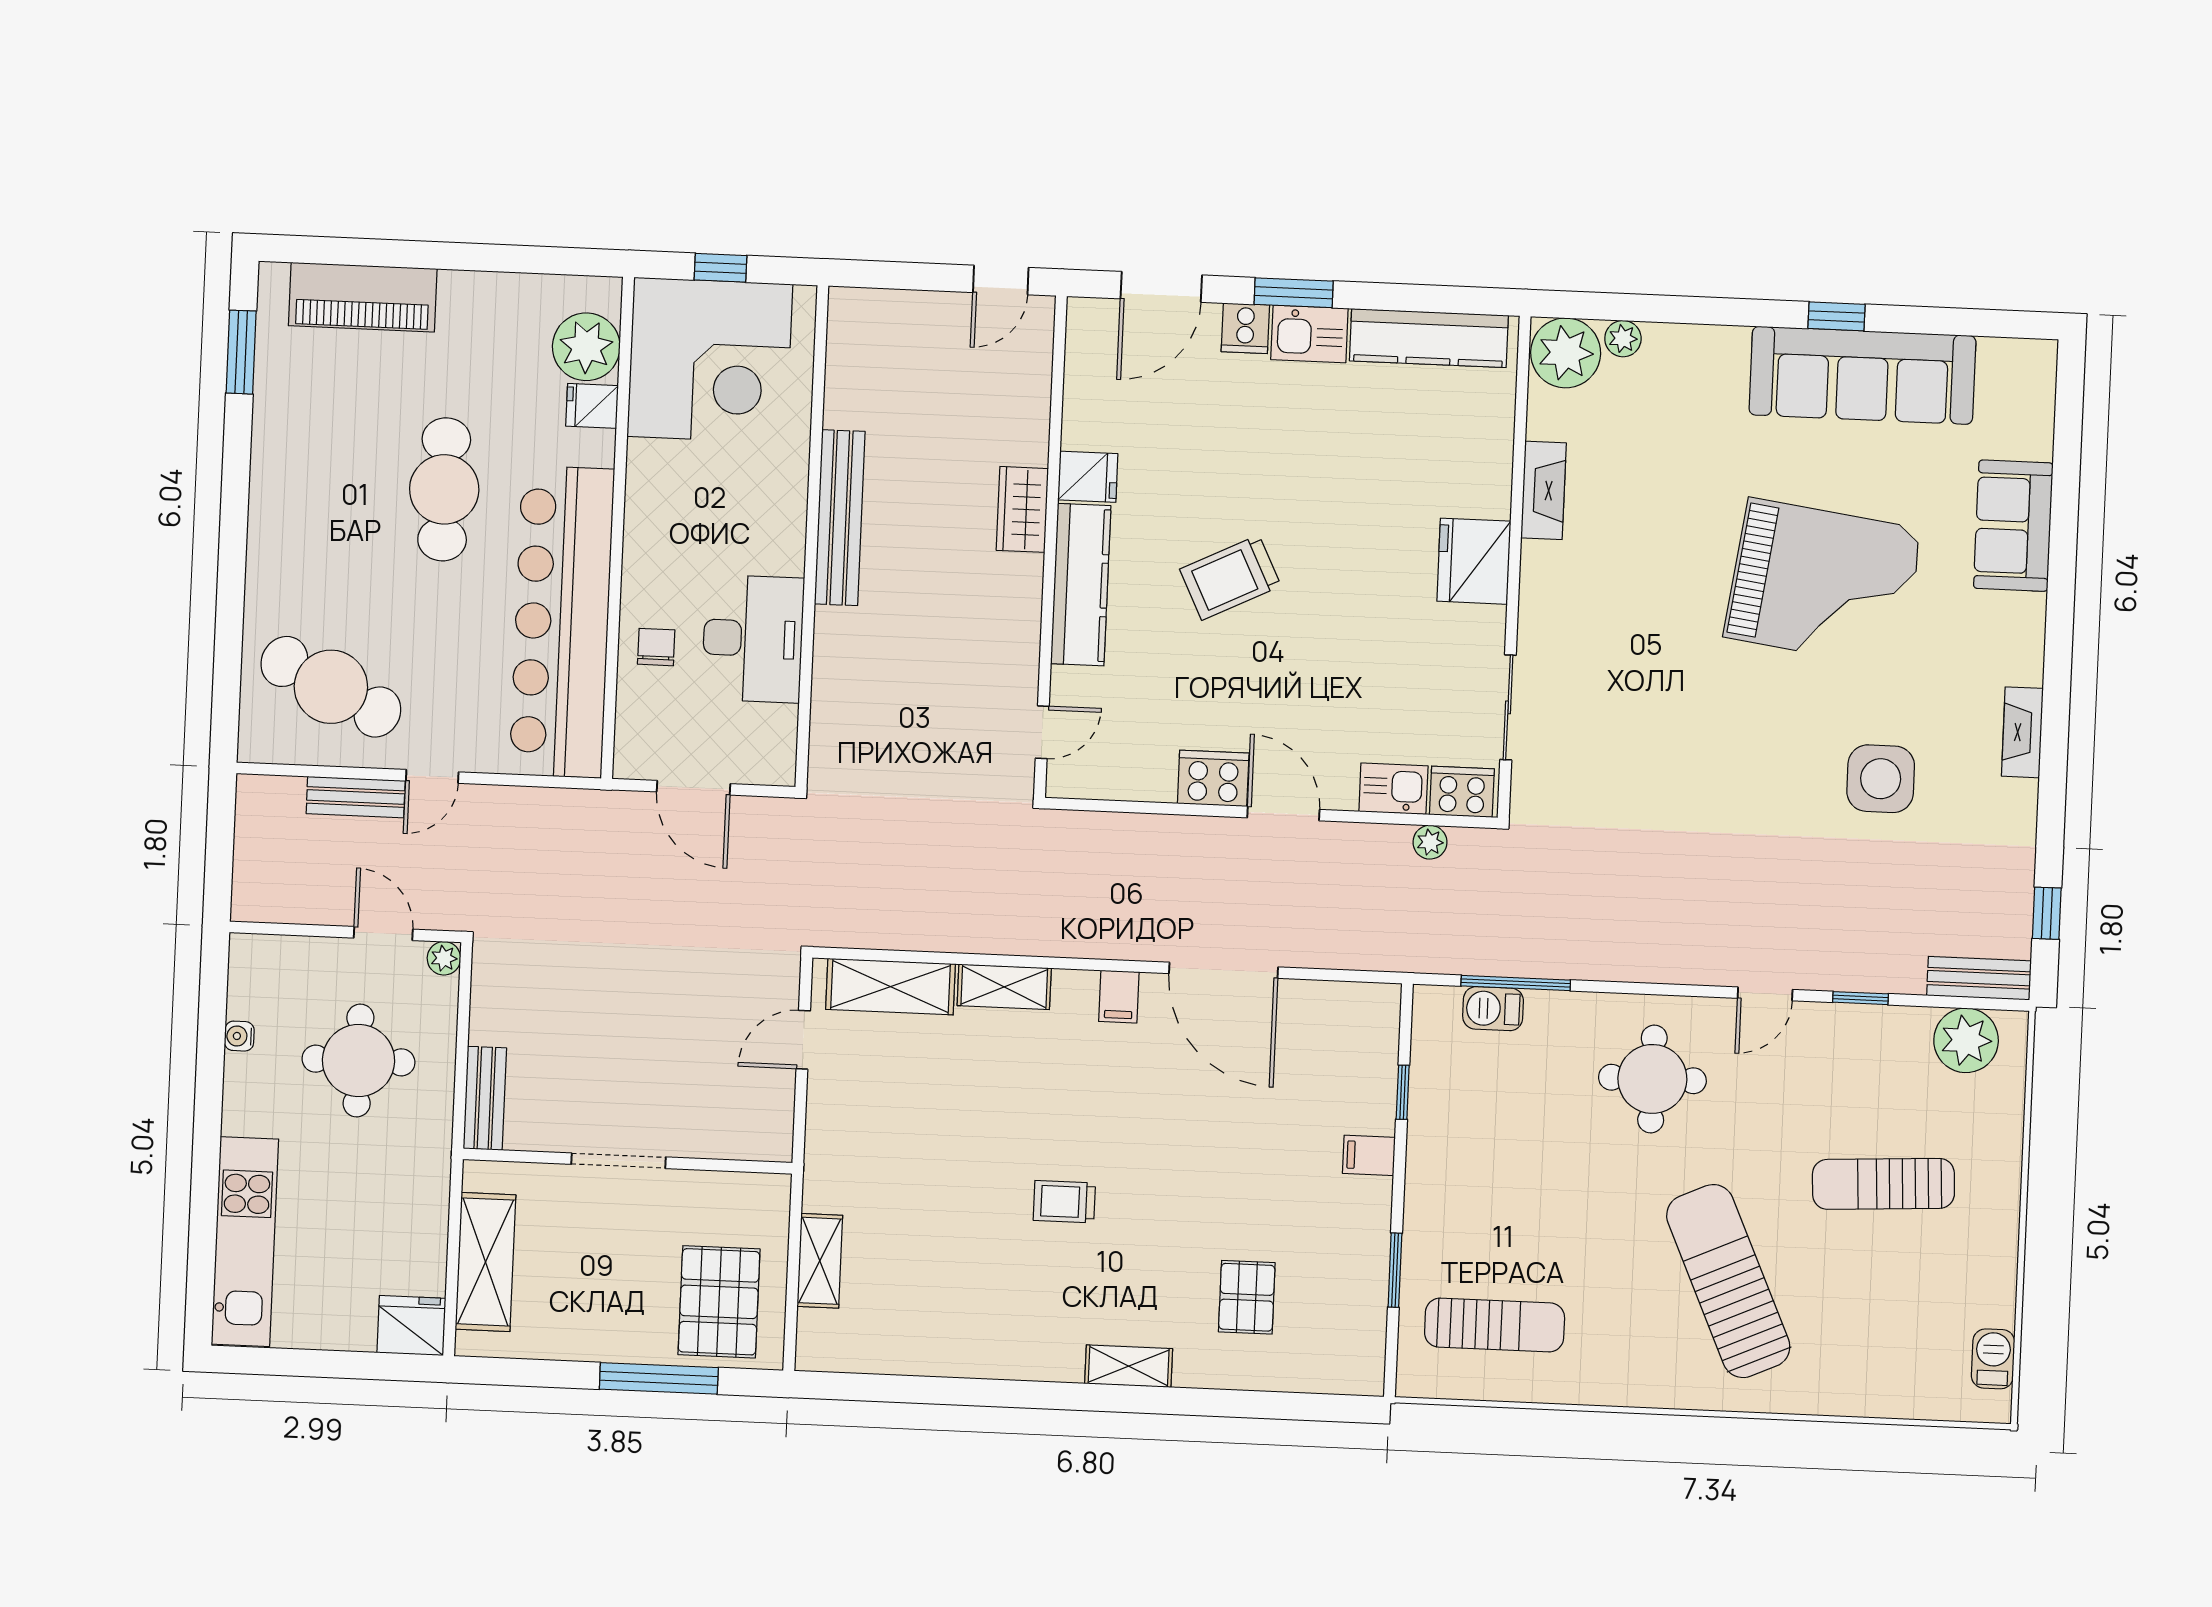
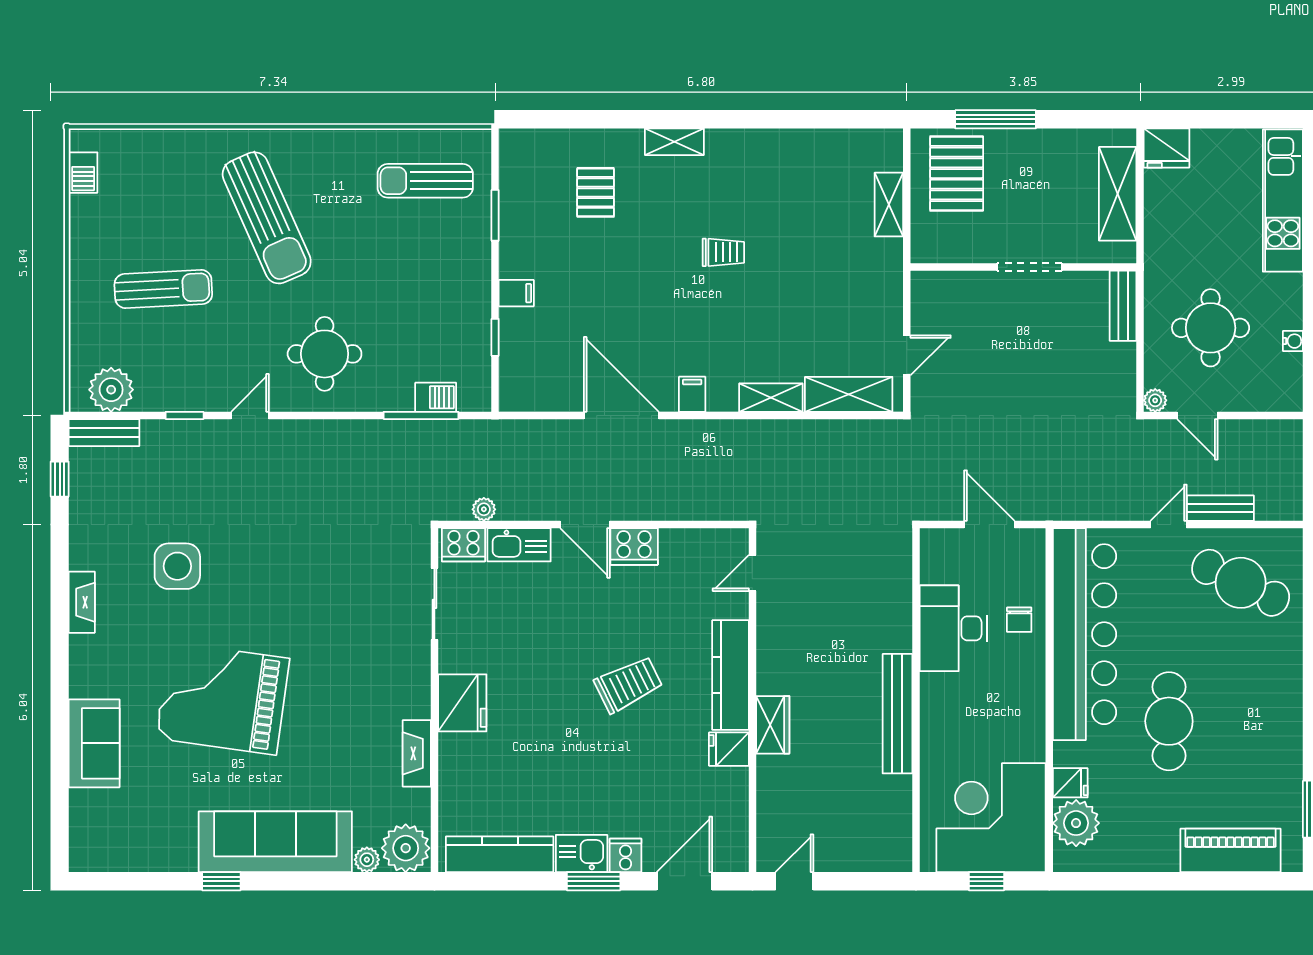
sofa: (1862, 375) -> (275, 842), moved
kitchen sink: (1393, 789) -> (519, 545), width x1.38

